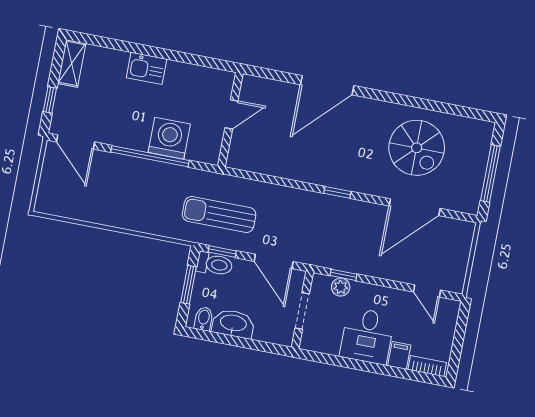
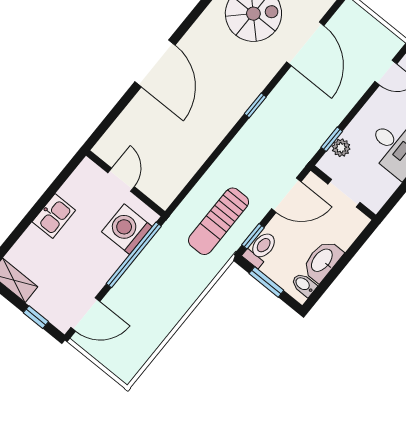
door: (231, 114) -> (121, 180), moved
wall: (230, 120) -> (125, 183), moved

